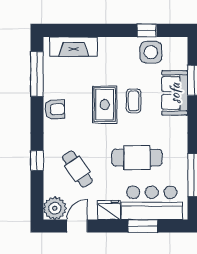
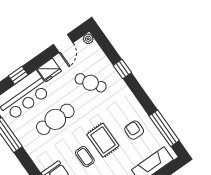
armchair: (55, 109) -> (134, 130), moved, turned 92
plant: (55, 208) -> (88, 39), width x0.53, depth x0.53
window: (143, 226) -> (18, 75), width x0.67

